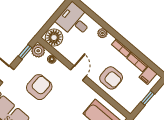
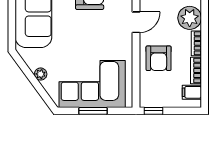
plant: (102, 33) -> (190, 18), width x1.88, depth x1.88
window: (148, 98) -> (154, 111), moved

